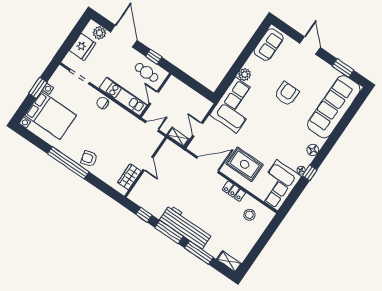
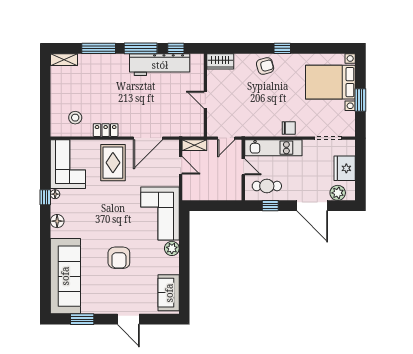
window: (68, 163) -> (282, 48), width x0.32
rug: (245, 164) -> (113, 163), turned 90
wardrobe: (129, 177) -> (220, 61), moved, turned 90
workbench: (186, 227) -> (160, 65), moved

